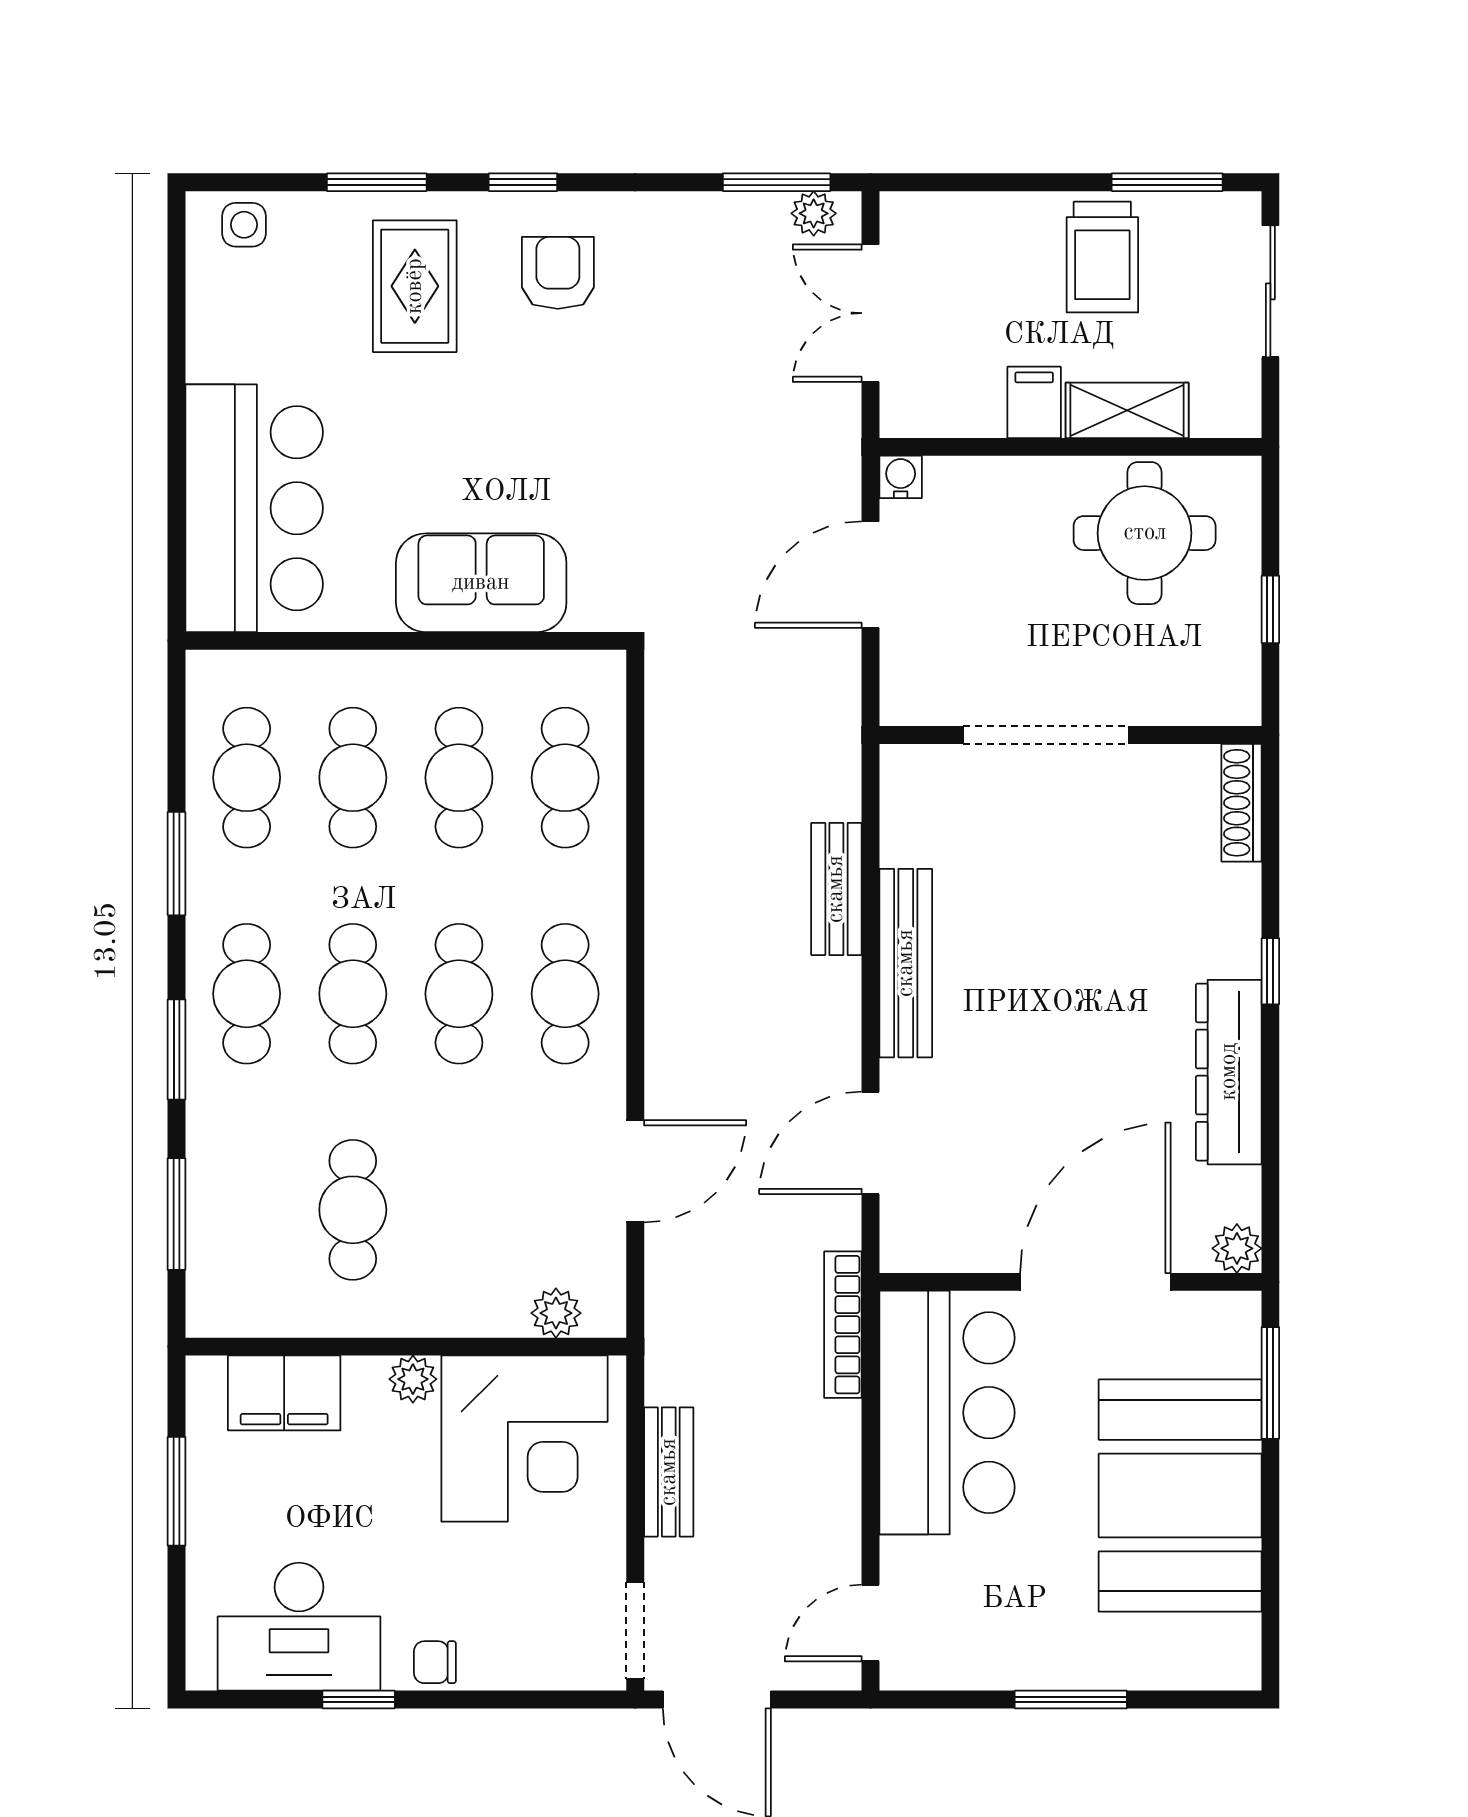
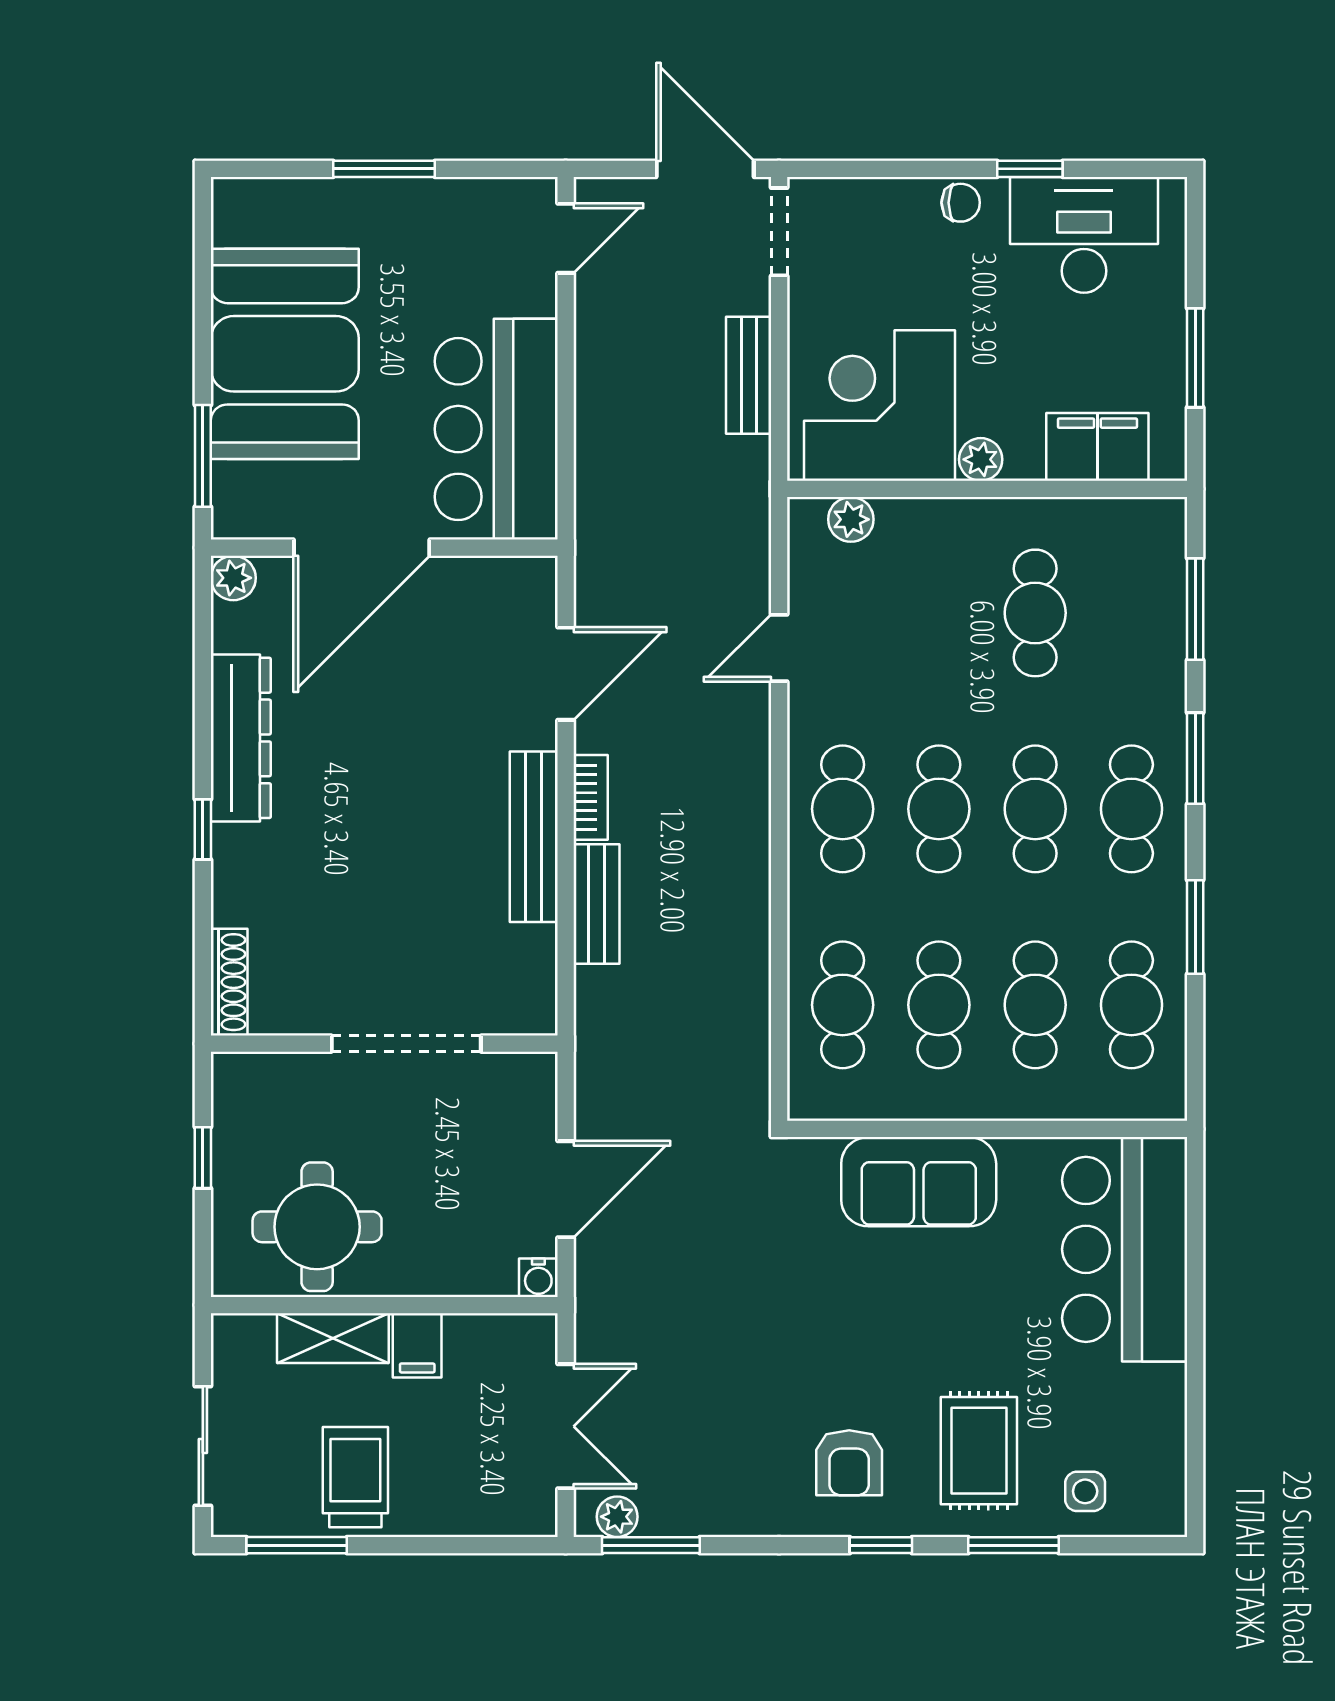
side table: (244, 225) -> (1085, 1491), moved
door: (635, 1171) -> (779, 648), width x0.73
bookcase: (843, 1325) -> (591, 797), moved, width x0.64

